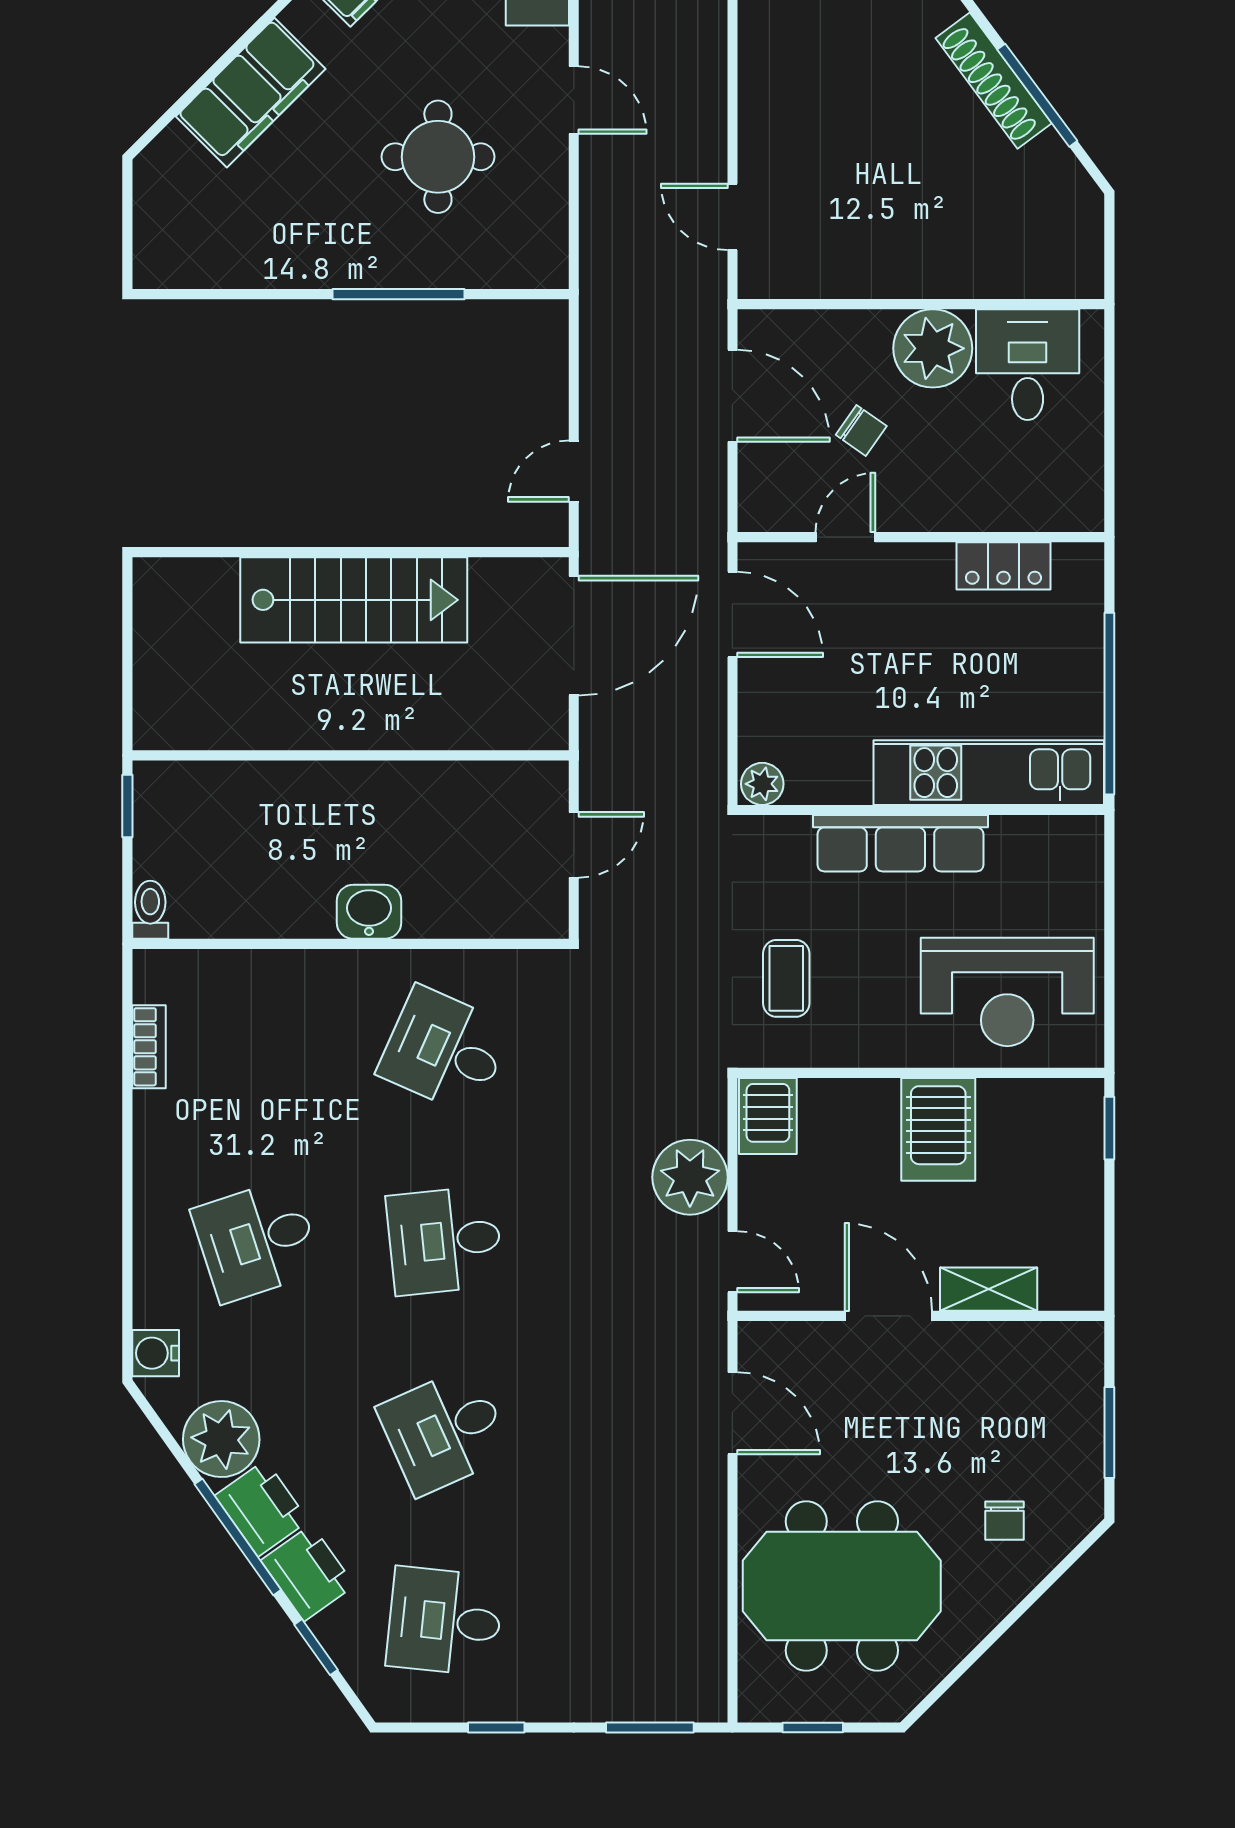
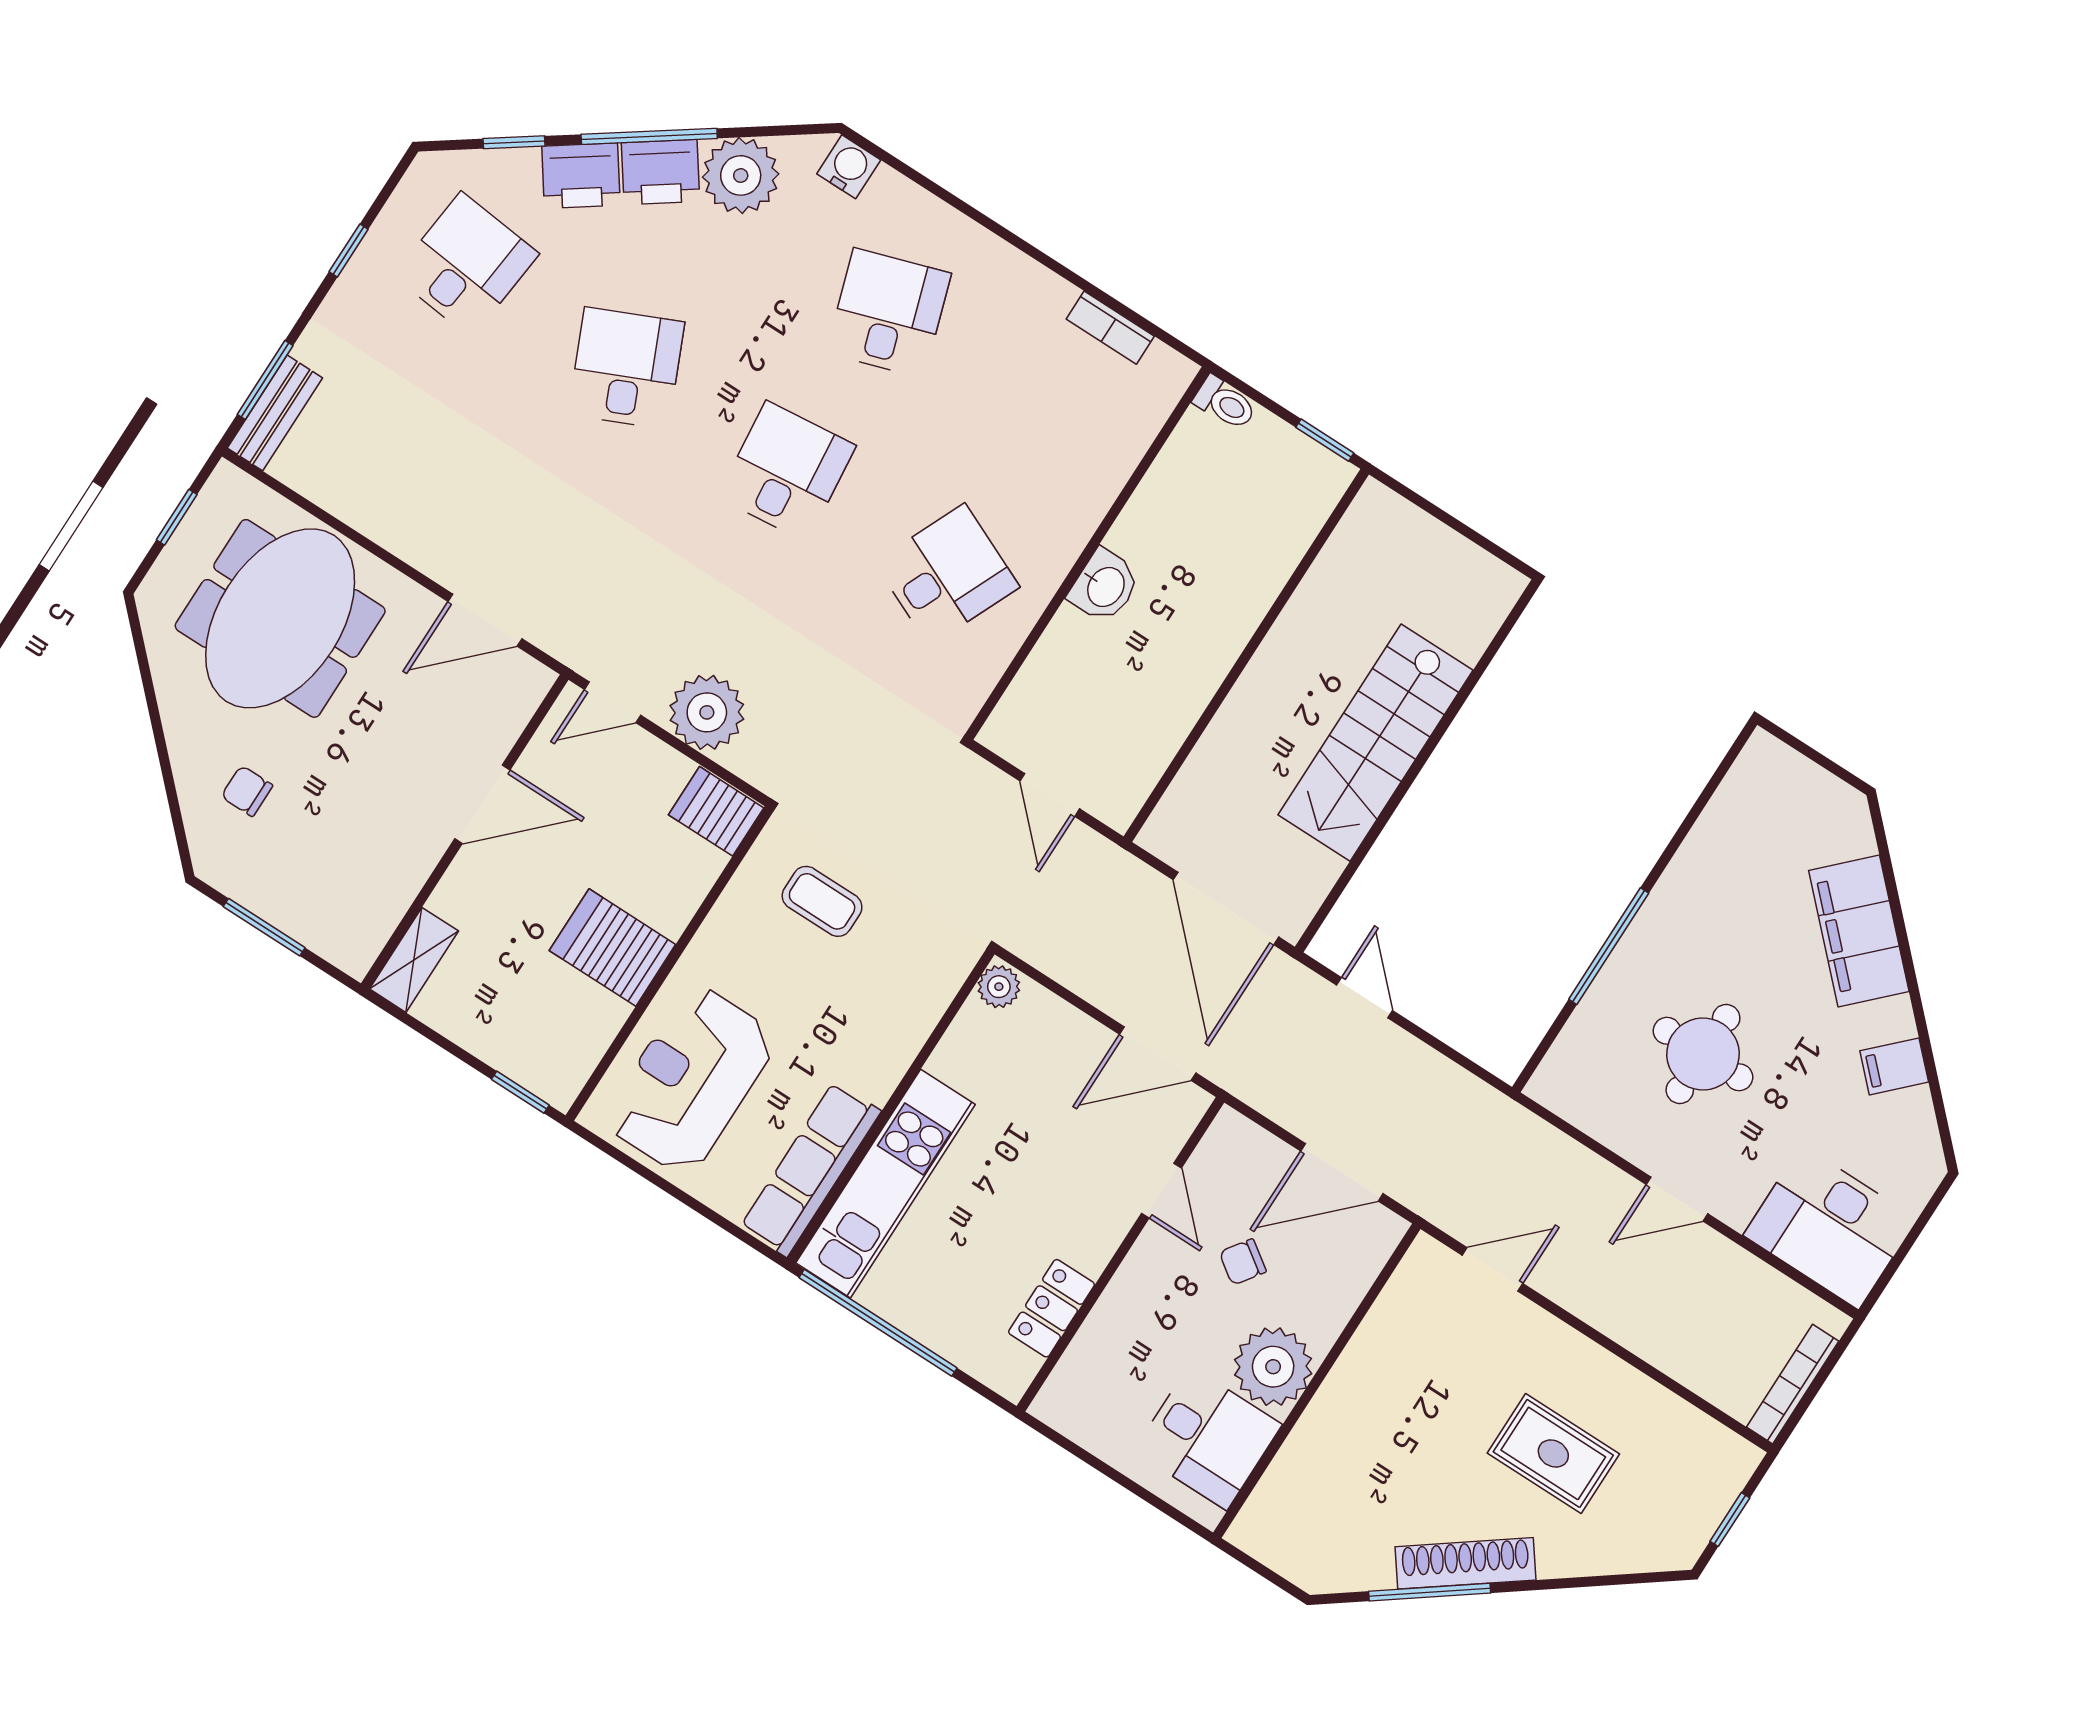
rug: (854, 66) -> (1553, 1454), added
row of seats: (900, 843) -> (811, 1169), moved
shelving: (989, 1289) -> (414, 960), moved
bench: (672, 1701) -> (275, 413), added

